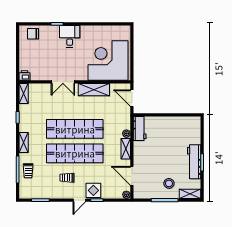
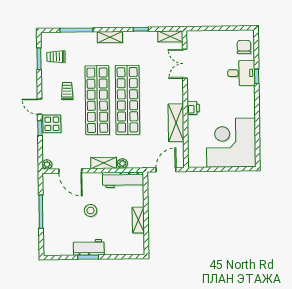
desk: (70, 36) -> (241, 73), moved
corner desk: (108, 61) -> (231, 143), moved, turned -90
printer: (24, 76) -> (193, 108), moved
double door: (63, 82) -> (185, 64), moved
workbench: (140, 129) -> (123, 180), width x1.38
workbench: (194, 162) -> (89, 247), width x0.73
trolley: (28, 171) -> (56, 57), moved
door: (132, 176) -> (70, 171), swing flipped
stool: (169, 183) -> (91, 210), moved
shelving: (190, 194) -> (138, 220), moved

